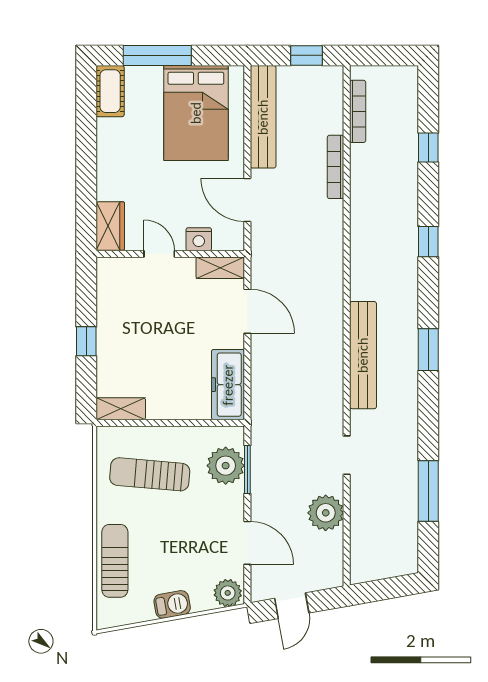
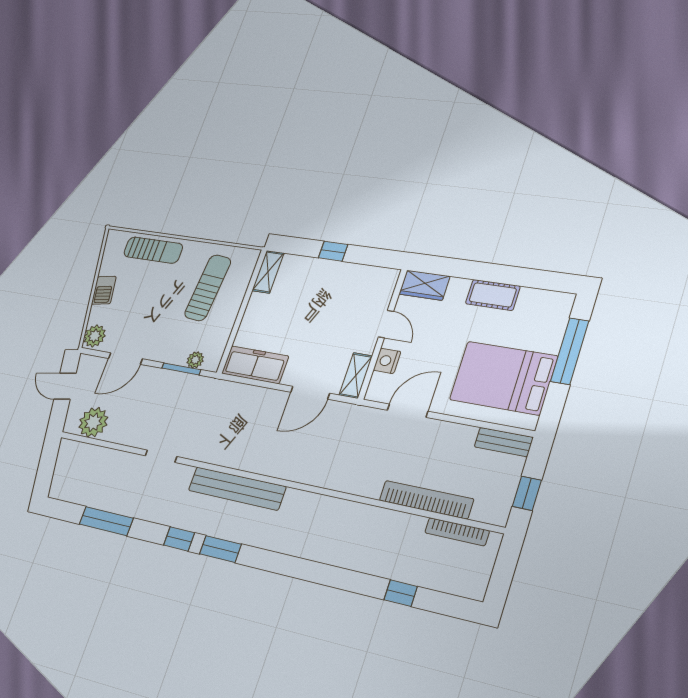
cot: (110, 91) -> (493, 295), moved
bench: (263, 117) -> (504, 442), width x0.54, depth x0.82
bookcase: (336, 167) -> (426, 500), width x1.48, depth x1.31
window: (428, 242) -> (179, 539), moved
door: (159, 254) -> (386, 324), hinge flipped
plant: (226, 466) -> (195, 360), width x0.53, depth x0.53
plant: (326, 513) -> (93, 422), moved

